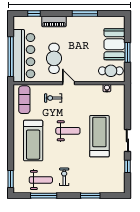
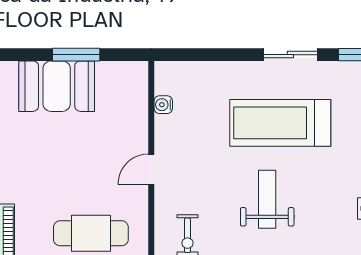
cafe table: (111, 71) -> (121, 95), removed
door: (69, 83) -> (151, 169), moved

